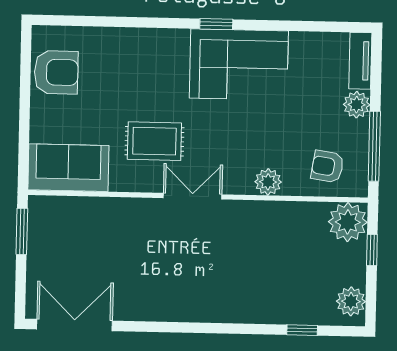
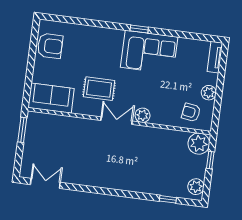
plant: (357, 105) -> (209, 93), moved
window: (374, 146) -> (218, 104), removed
plant: (268, 182) -> (143, 115), moved
double door: (75, 325) -> (45, 183), width x0.73

